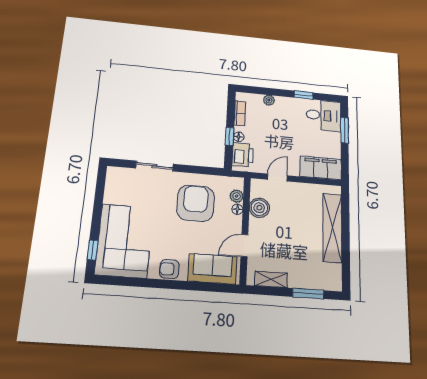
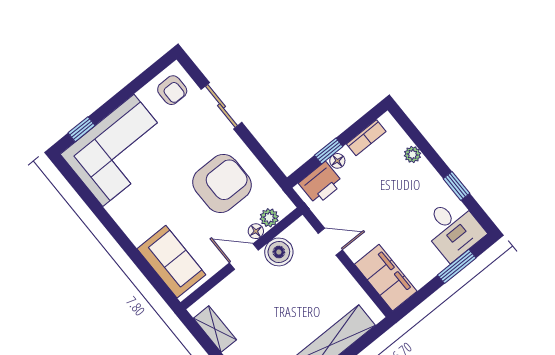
door: (244, 246) -> (244, 256), moved
armchair: (169, 269) -> (172, 90), moved, turned 180

